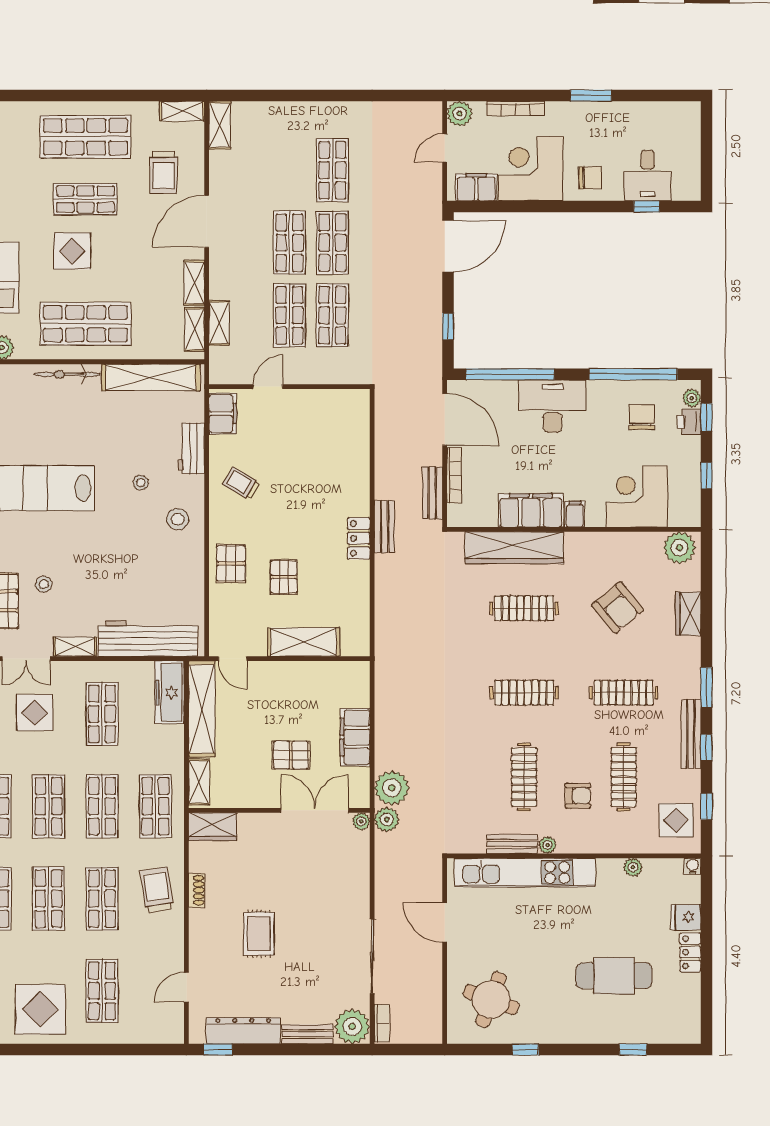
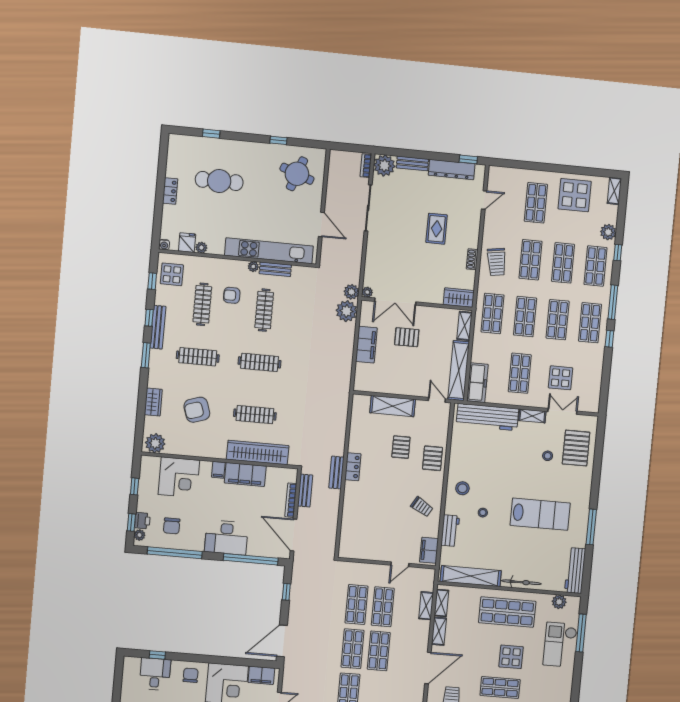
chair: (590, 178) -> (191, 675), turned 90
armchair: (618, 608) -> (197, 410), turned -68
fridge: (686, 917) -> (187, 243), moved, turned -90

